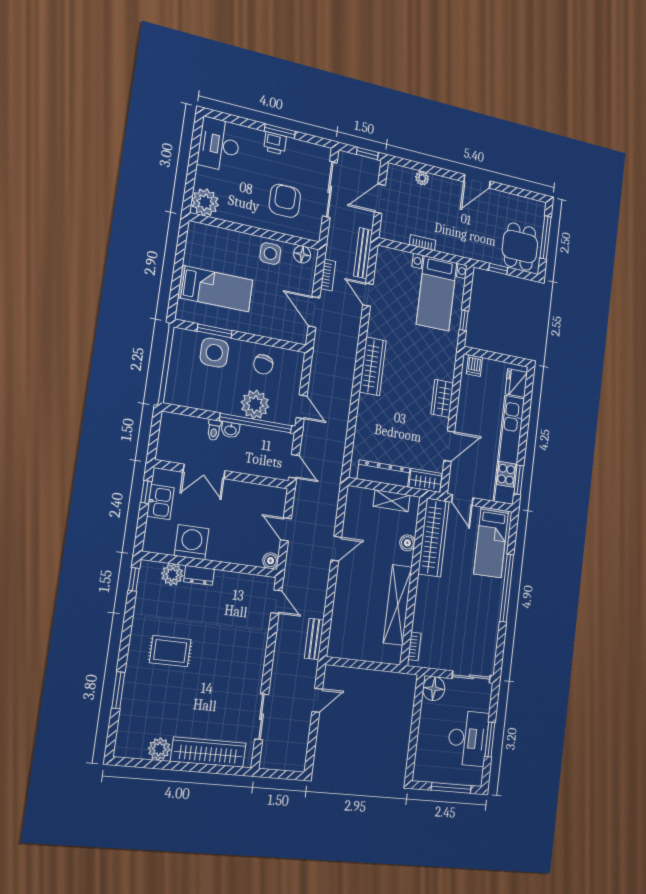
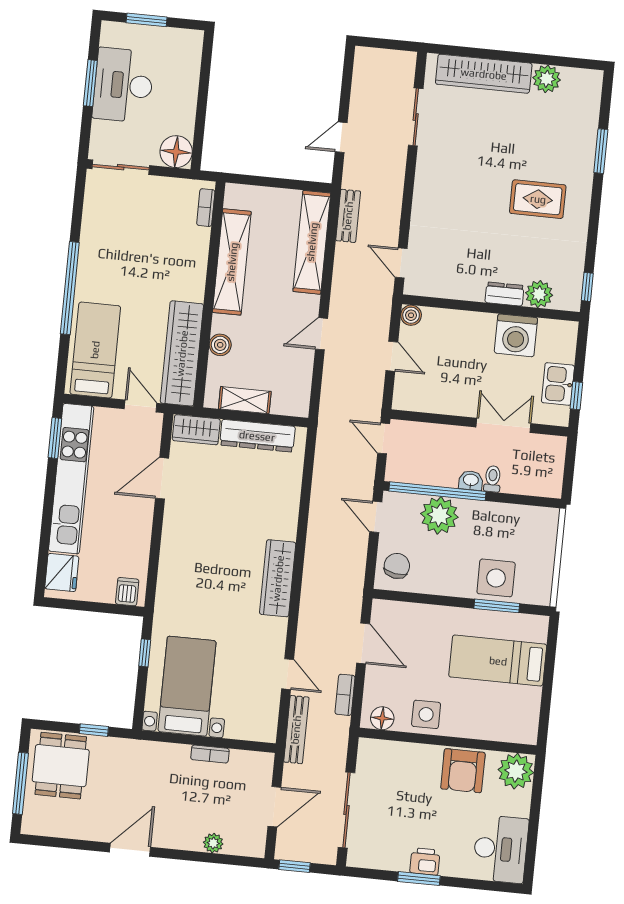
armchair: (285, 201) -> (463, 771), moved
chair: (263, 364) -> (397, 566), moved
wardrobe: (442, 398) -> (175, 543), removed
shelving: (341, 619) -> (312, 242), added
window: (451, 788) -> (147, 20), width x0.69

